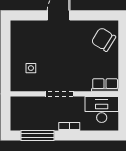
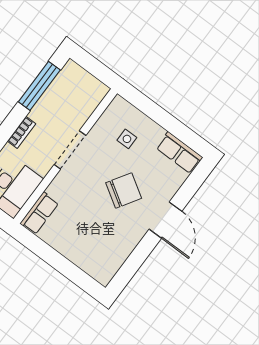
row of seats: (17, 35) -> (179, 153), added
chair: (104, 39) -> (124, 191), moved

